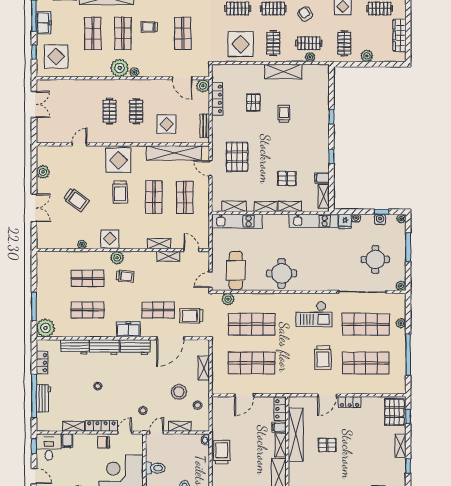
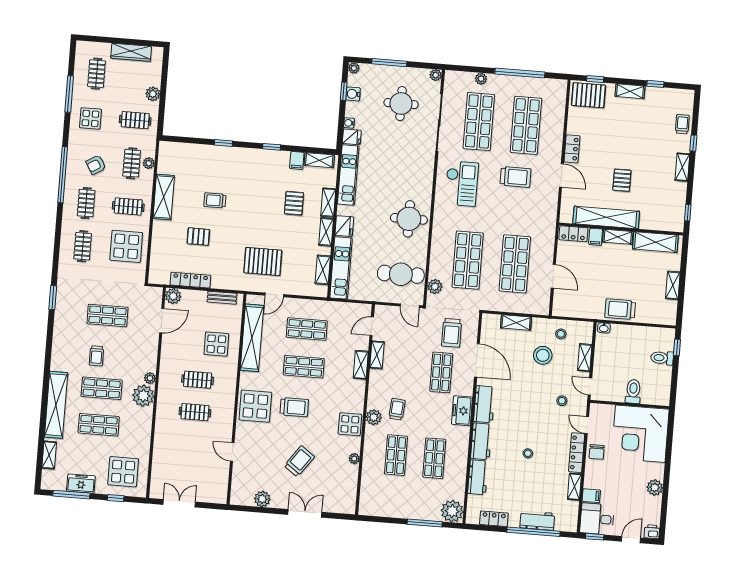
fridge: (271, 221) -> (344, 226), added

